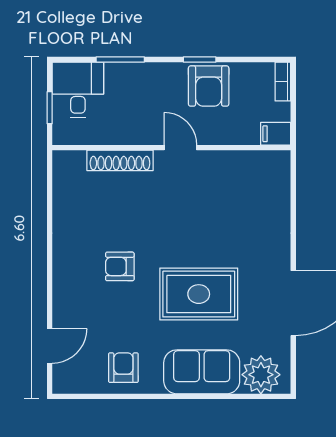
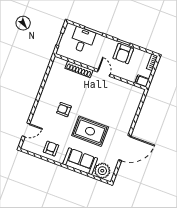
desk: (78, 90) -> (83, 40), moved

